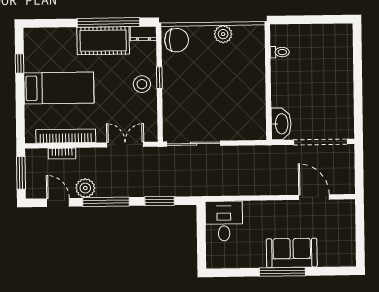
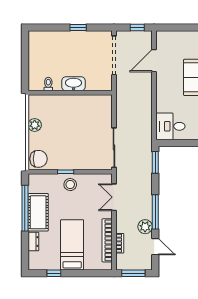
dresser: (143, 33) -> (33, 242), moved
chair: (177, 40) -> (39, 159), turned 90
window: (358, 92) -> (78, 28), added
washbasin: (281, 124) -> (74, 84), moved
window: (359, 173) -> (137, 28), added
window: (160, 201) -> (155, 162), moved
door: (58, 202) -> (155, 247), swing flipped

